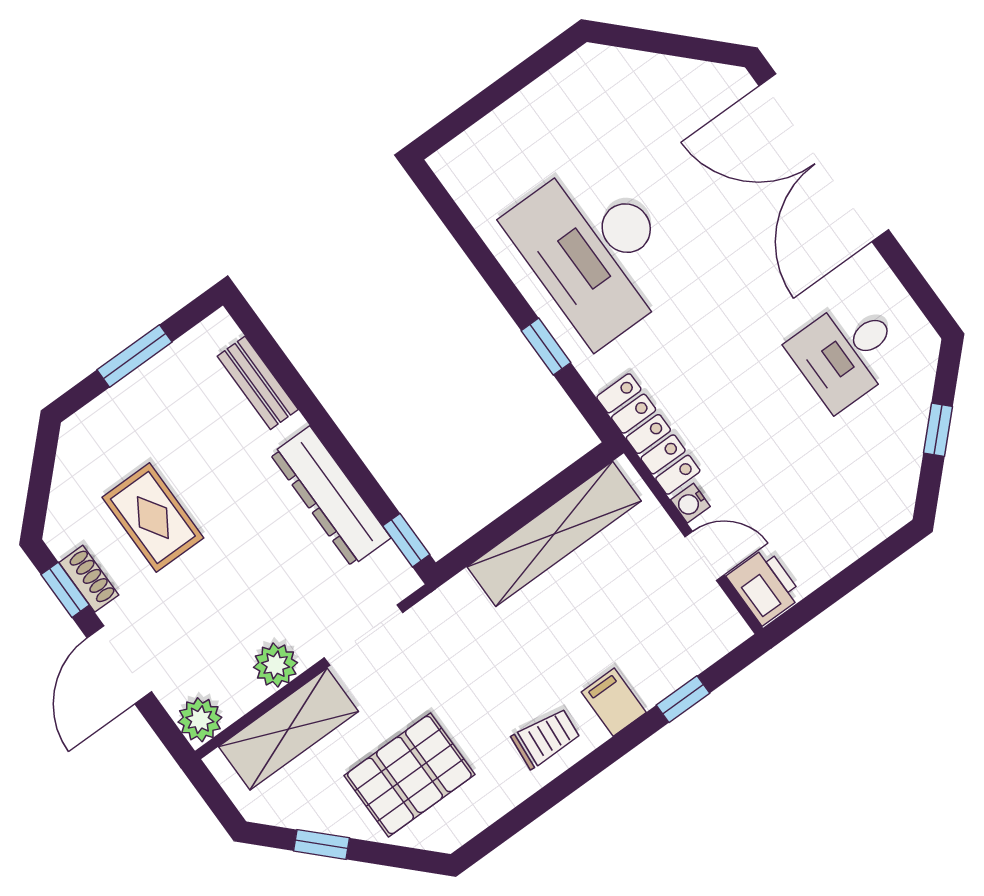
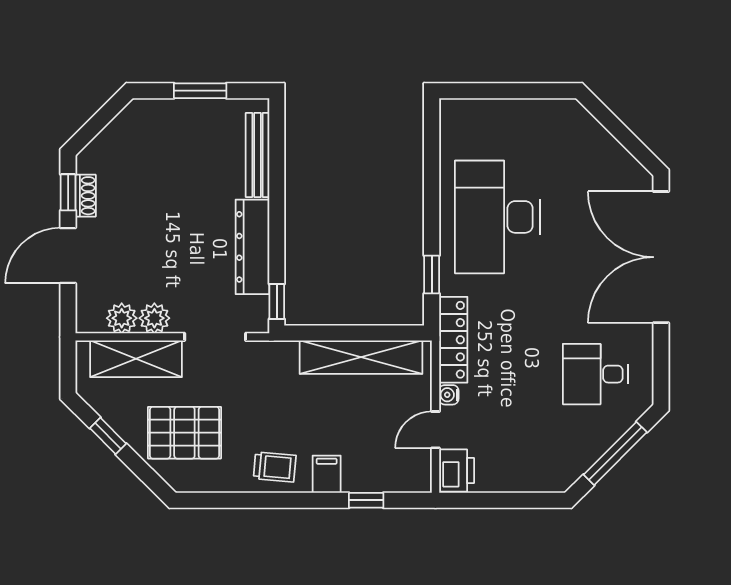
window: (546, 347) -> (432, 274), moved
bench: (258, 383) -> (258, 155), width x1.36
window: (938, 430) -> (615, 453), width x2.17
rug: (153, 518) -> (146, 188), removed
door: (705, 556) -> (435, 430), swing flipped
plant: (200, 720) -> (122, 318), moved

